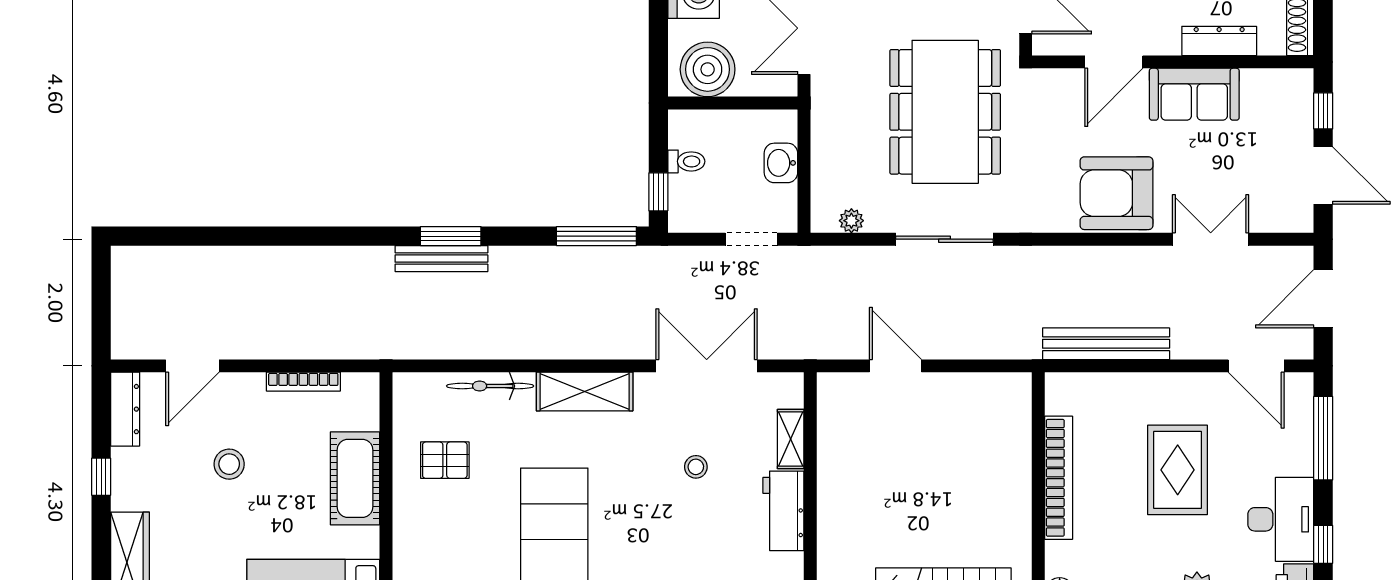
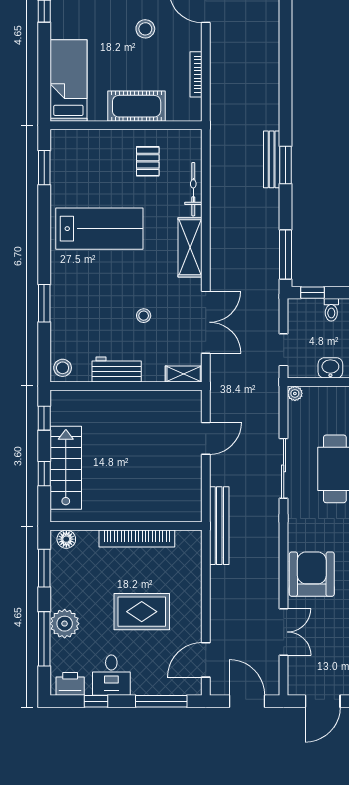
plant: (851, 221) -> (295, 393), moved
bench: (1106, 344) -> (219, 526), moved
shelving: (791, 439) -> (184, 374), moved
desk: (1281, 519) -> (111, 675), width x0.73

